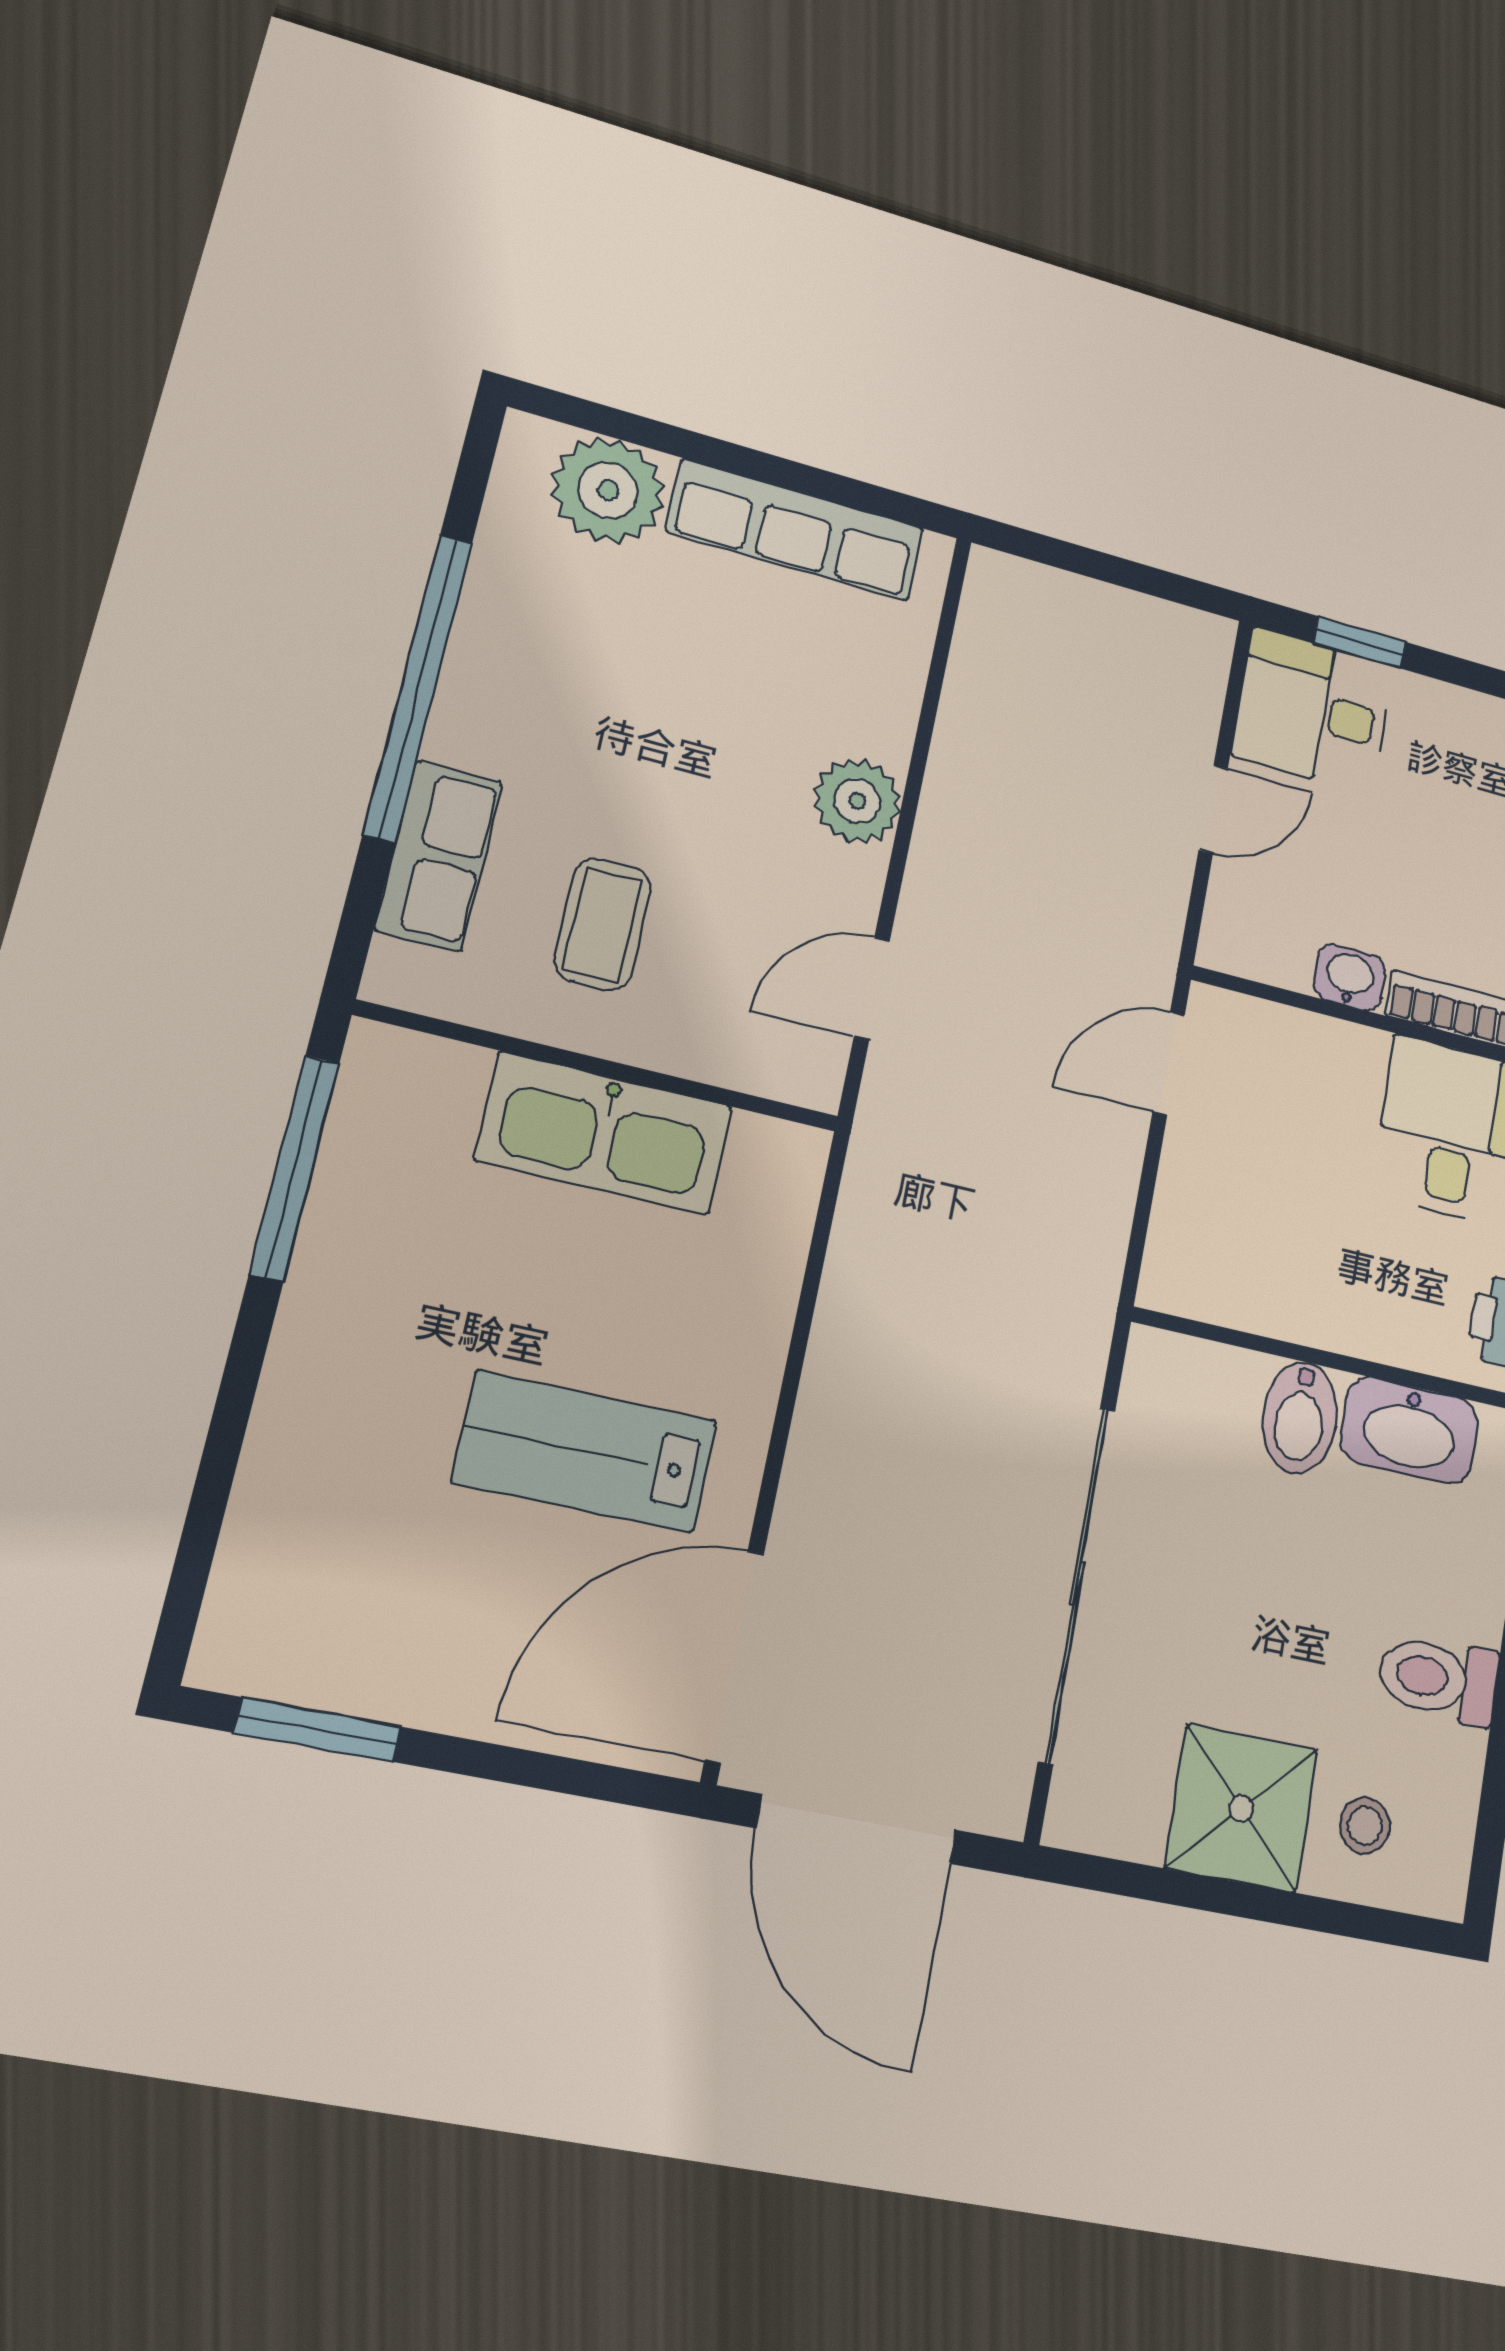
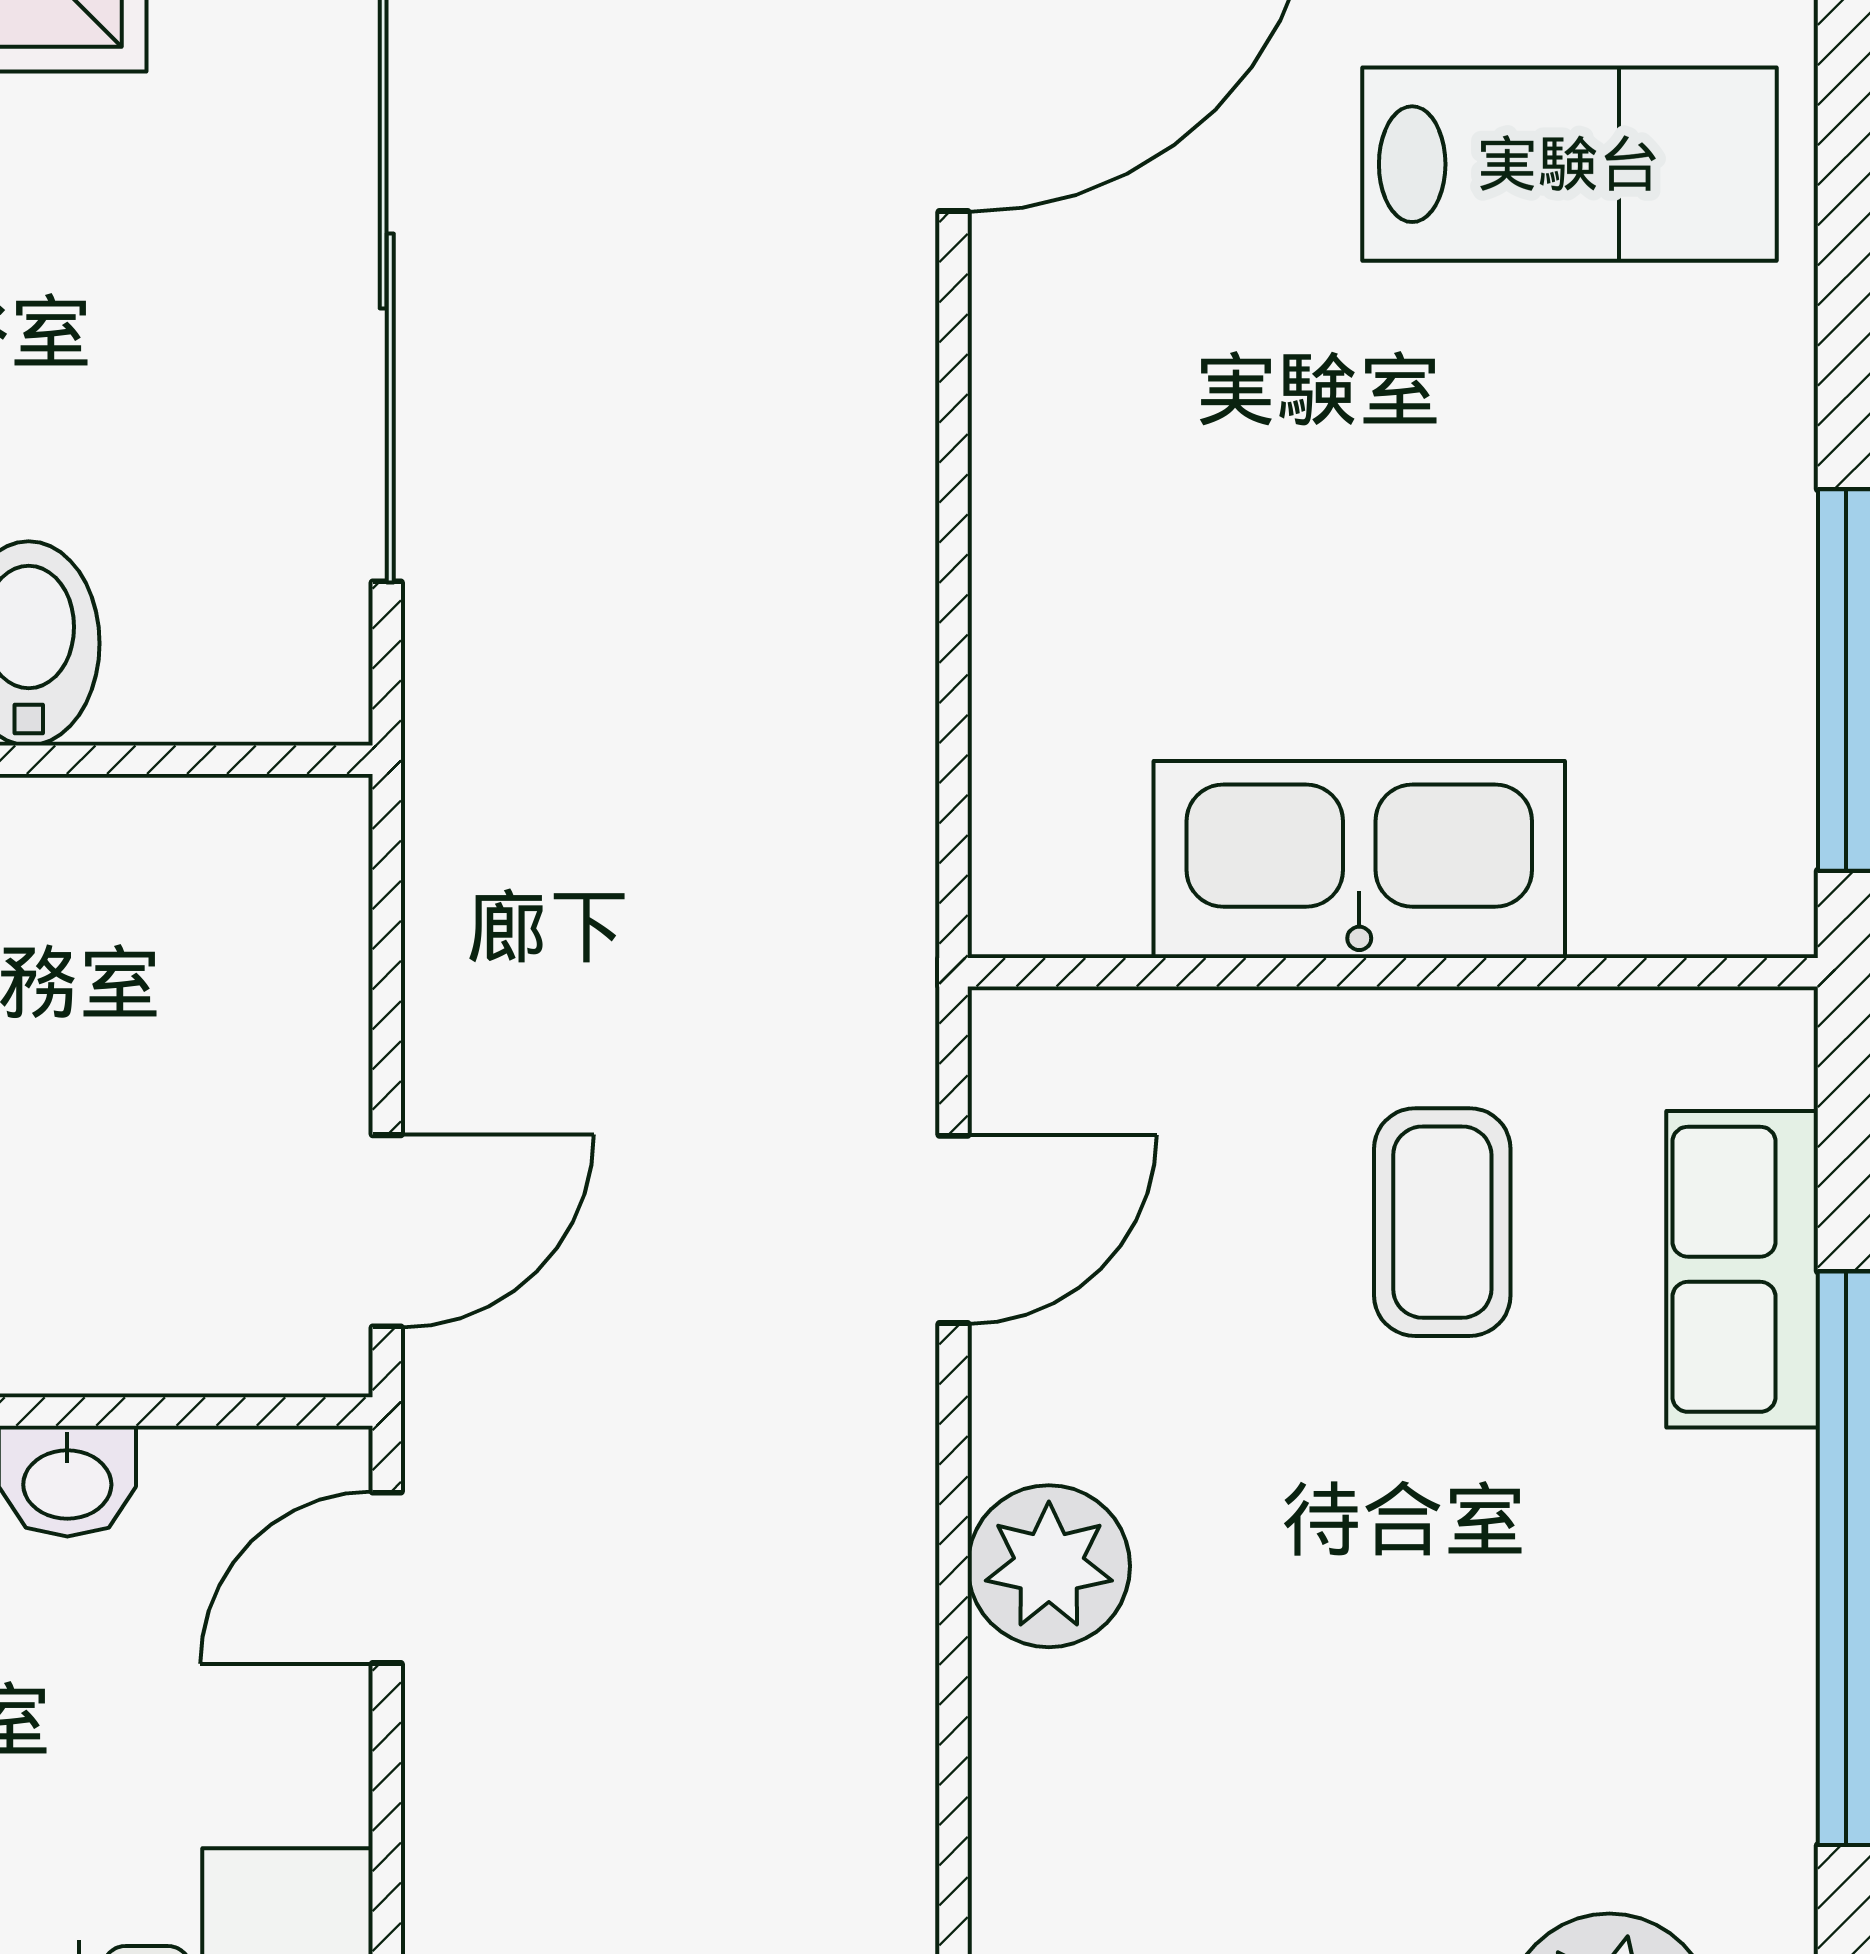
door: (1213, 809) -> (387, 1578), moved
lab bench: (585, 1452) -> (1569, 164), moved

